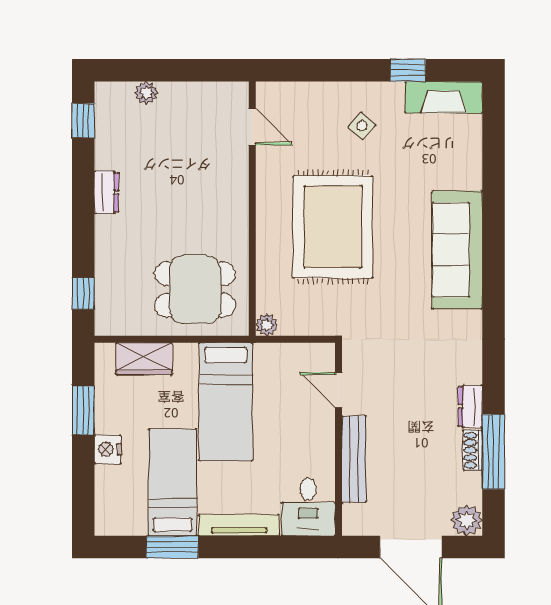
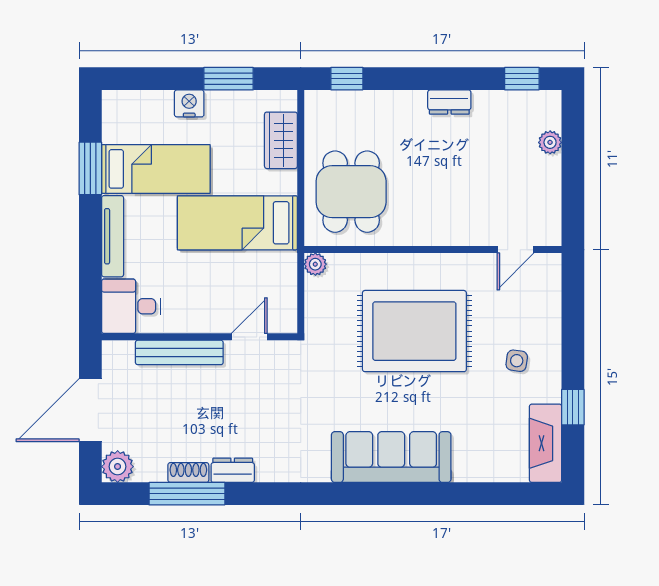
side table: (362, 126) -> (517, 361), turned -34

